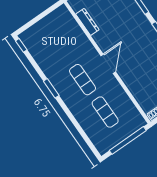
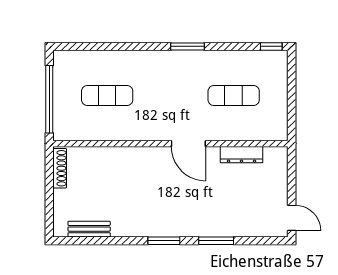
door: (108, 64) -> (188, 144), moved
exercise mat: (82, 80) -> (234, 96), moved

